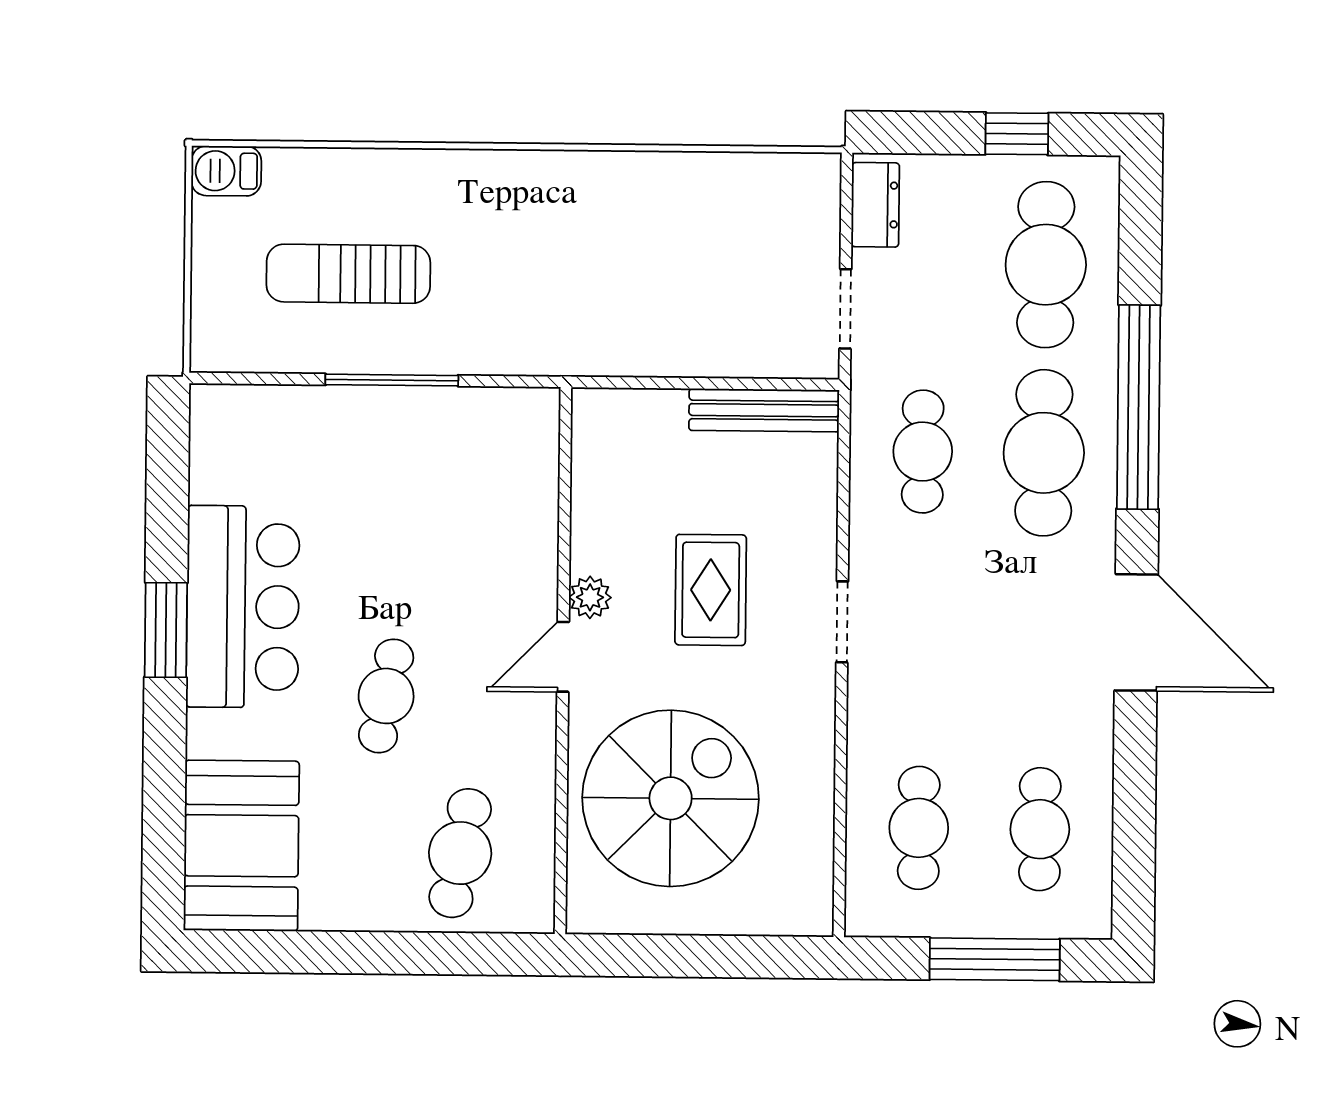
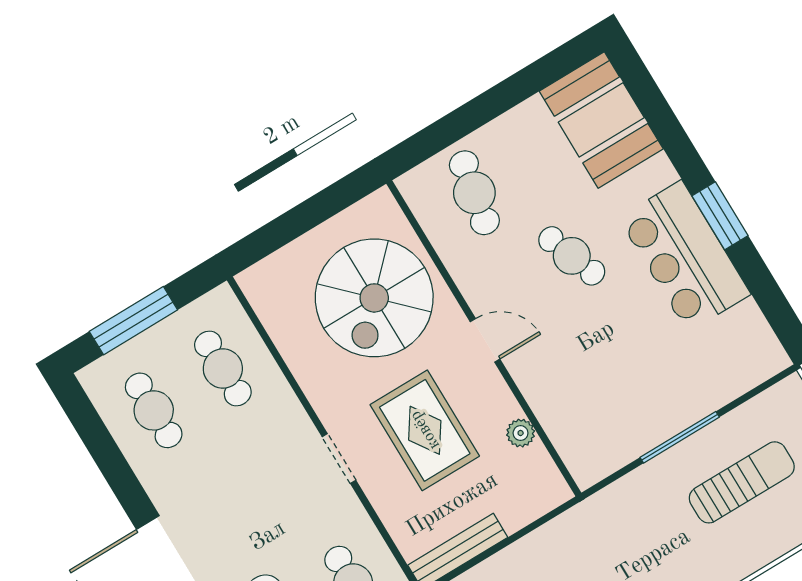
rug: (711, 590) -> (425, 430), width x1.36, depth x1.43
plant: (590, 597) -> (521, 433), moved
door: (563, 657) -> (485, 340), hinge flipped
cafe table: (386, 696) -> (572, 256), turned -31

